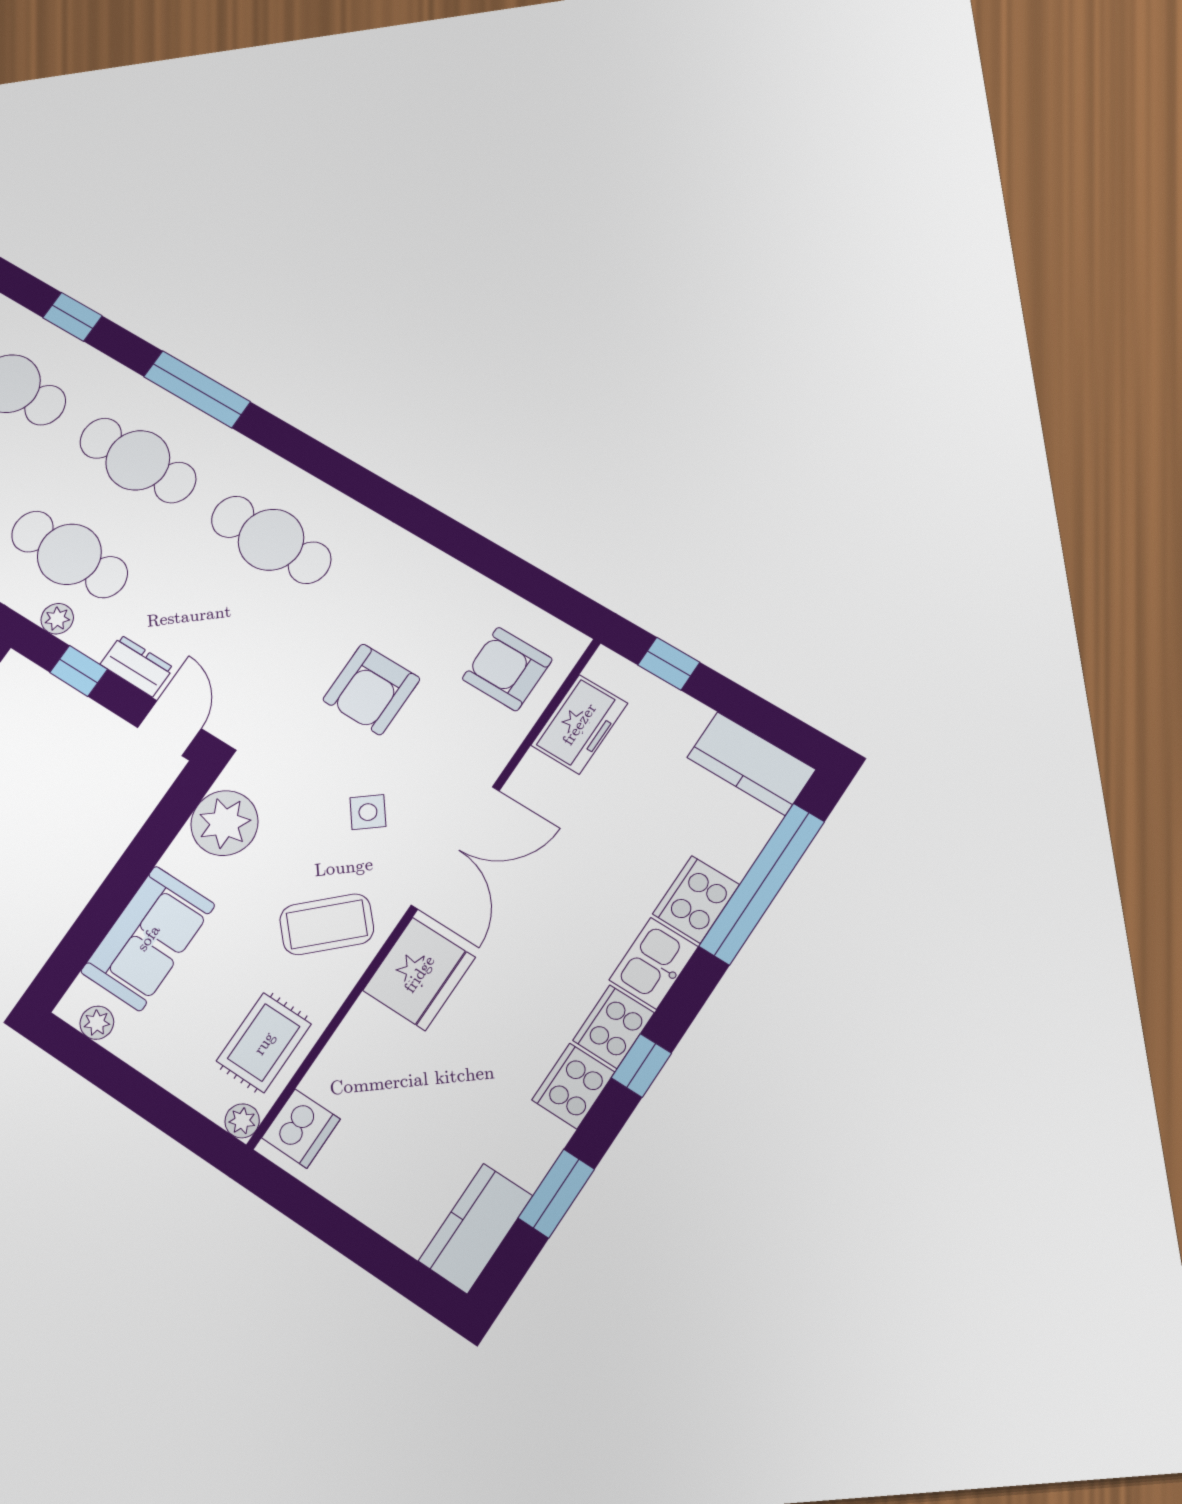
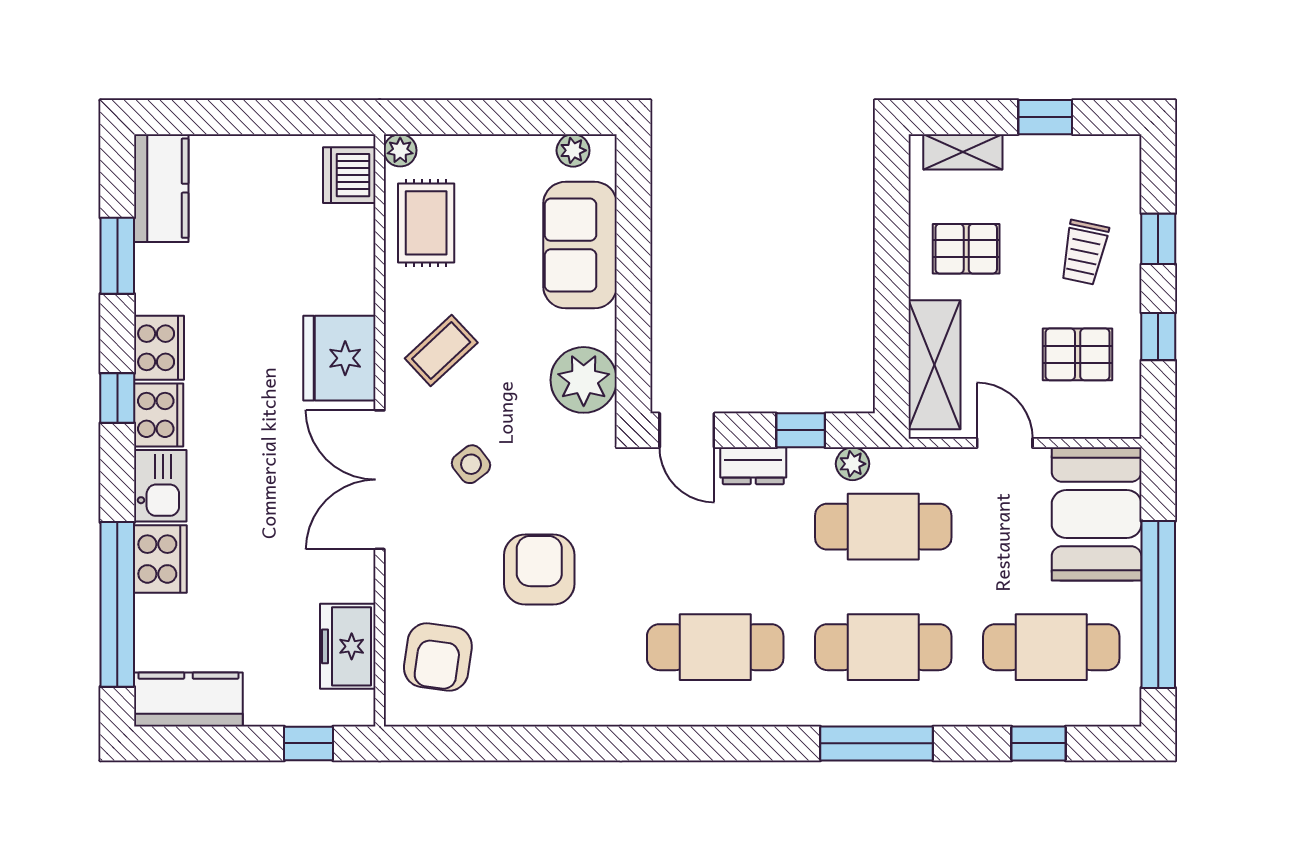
armchair: (507, 669) -> (438, 657), turned 98
coffee table: (327, 924) -> (441, 350), width x0.73, depth x0.77

